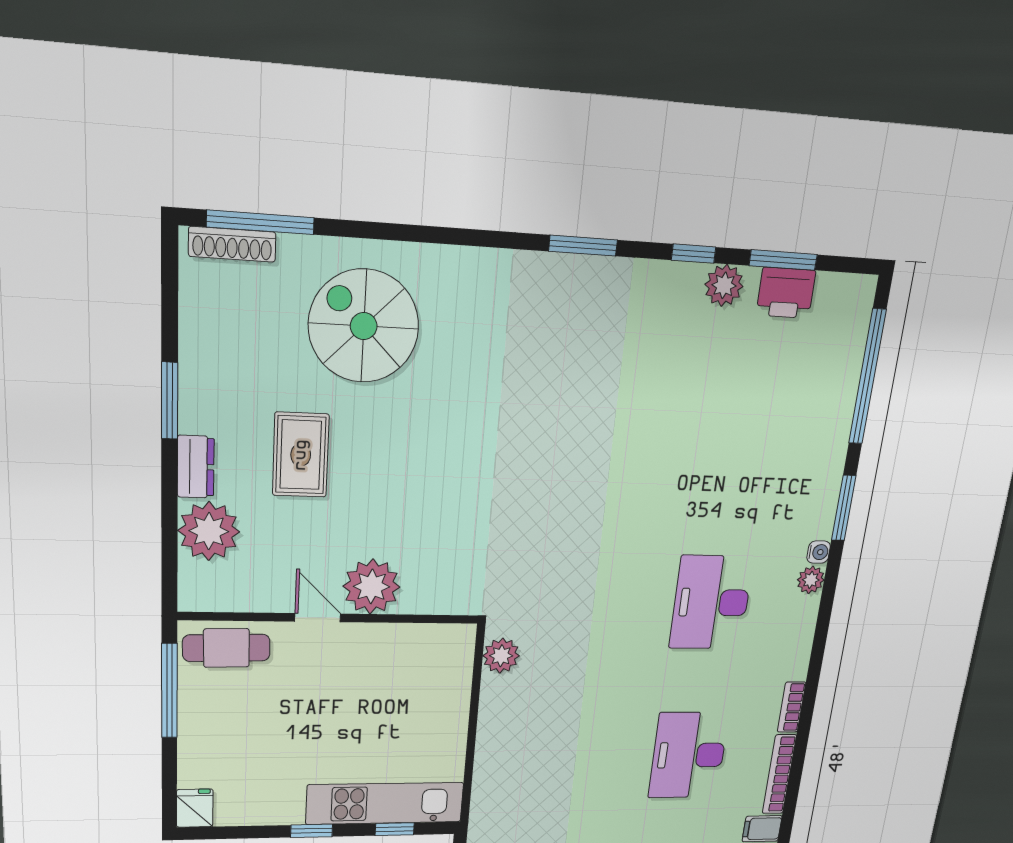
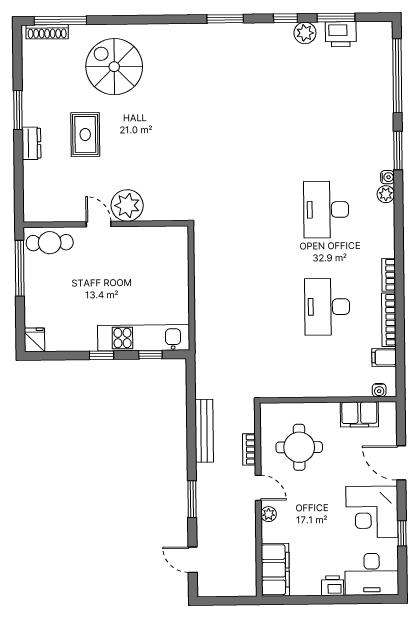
plant: (209, 531) -> (39, 177), removed
plant: (501, 656) -> (204, 245), removed

